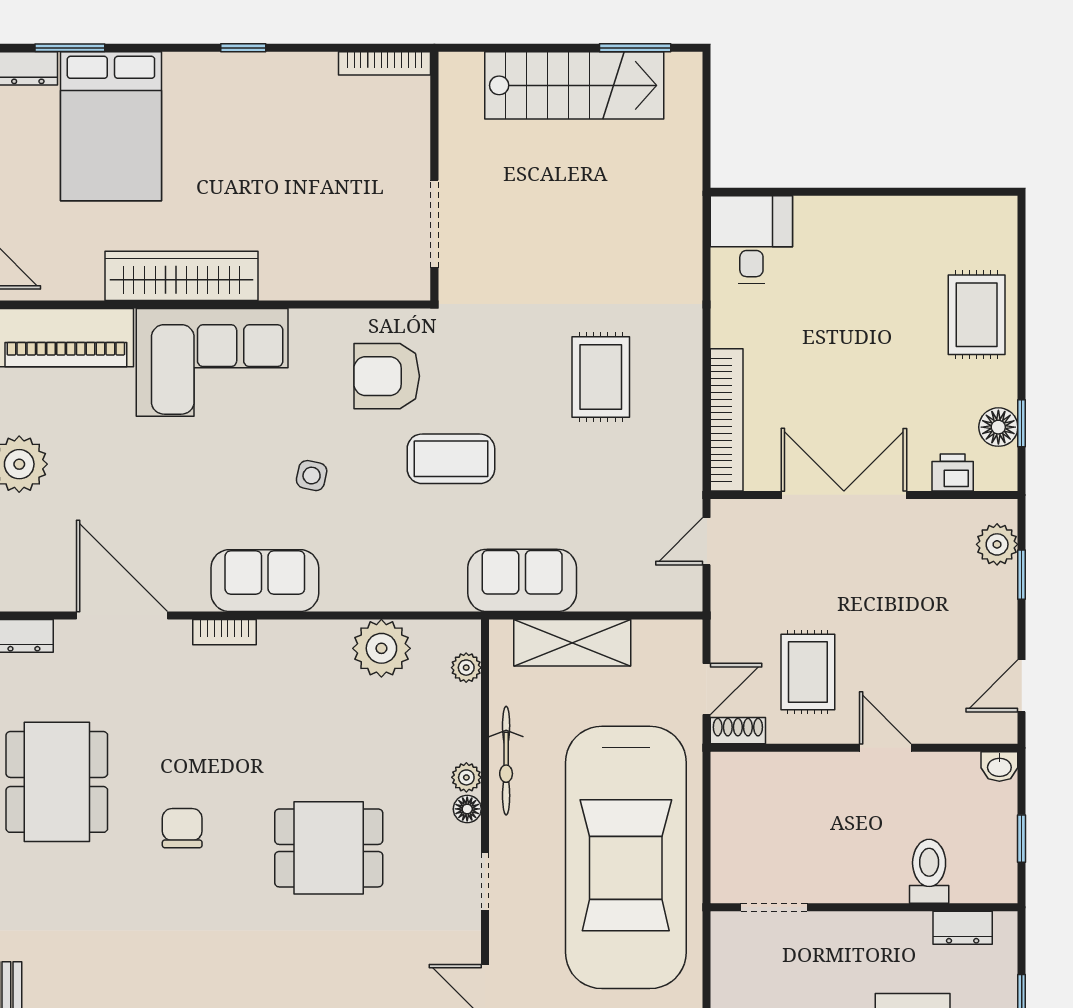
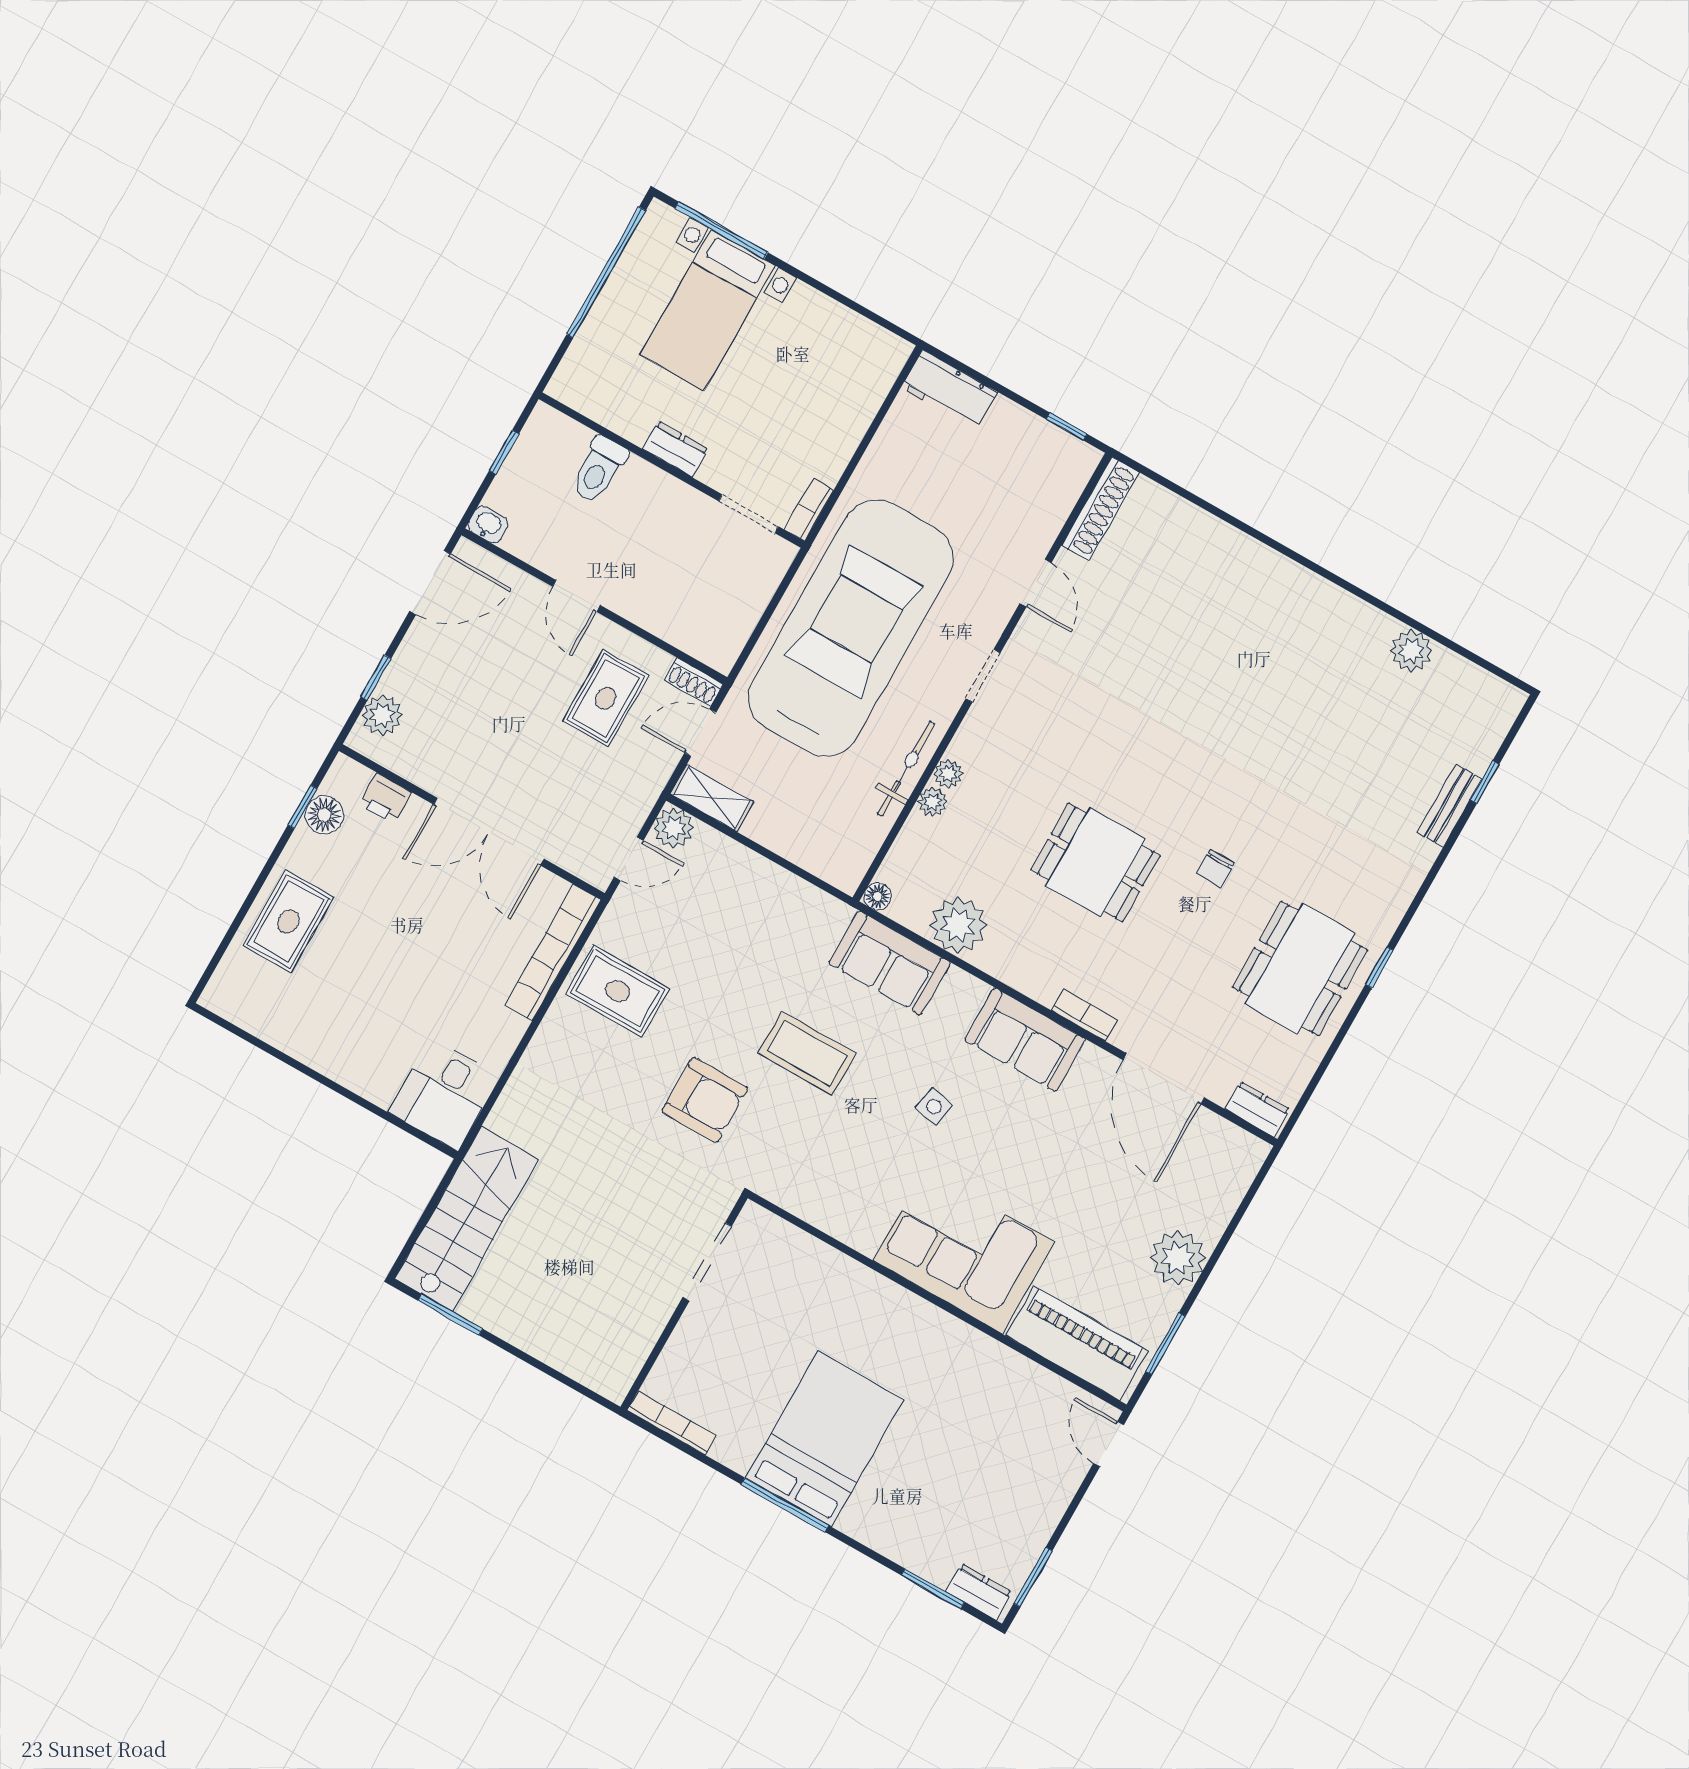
window: (243, 48) -> (785, 1505), width x2.17
stairs: (574, 85) -> (467, 1219), moved, turned 90
bed: (111, 126) -> (825, 1439), moved
wardrobe: (181, 276) -> (948, 1340), removed
armchair: (387, 376) -> (705, 1100), moved
rug: (601, 377) -> (618, 991), moved, turned 90
sofa: (522, 580) -> (890, 963), moved
plant: (682, 591) -> (674, 828), added
shelving: (572, 643) -> (712, 798), moved, width x0.67, depth x0.75
plant: (466, 668) -> (933, 802), moved
door: (1022, 686) -> (430, 583), width x1.38
floor lamp: (467, 809) -> (878, 896), moved
chair: (182, 828) -> (1215, 868), width x0.73, depth x0.73
dining table: (329, 848) -> (1095, 863), moved
dresser: (963, 928) -> (675, 449), moved
bookcase: (722, 941) -> (809, 510), added

